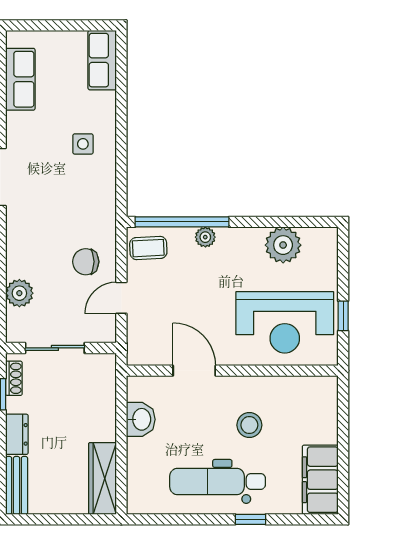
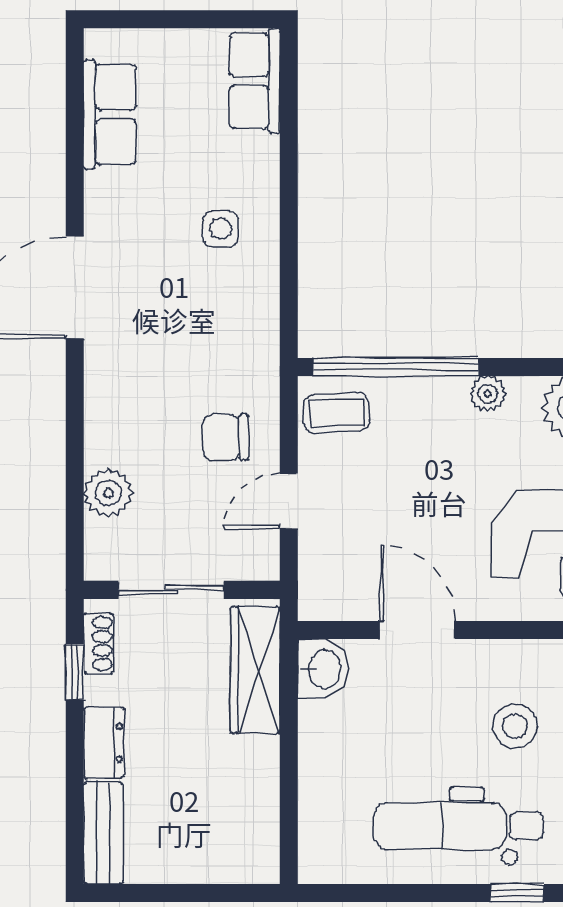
plant: (205, 237) -> (488, 394), moved
washbasin: (141, 419) -> (323, 669), moved
wardrobe: (103, 478) -> (255, 670), moved

